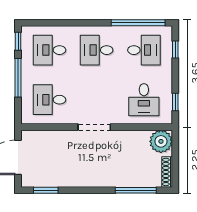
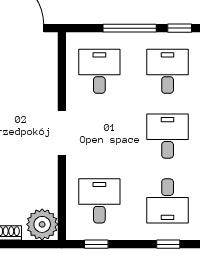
desk: (144, 100) -> (99, 201), turned 90

